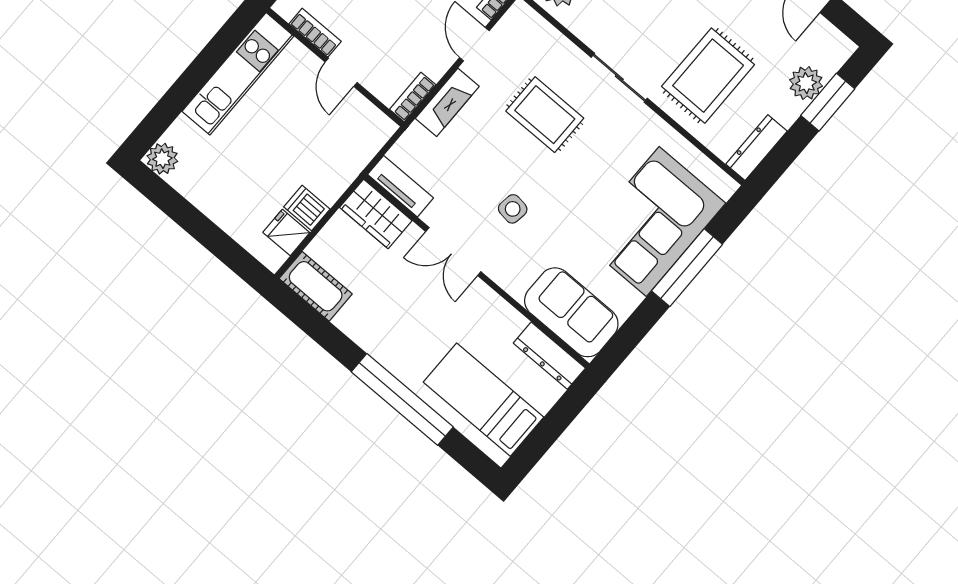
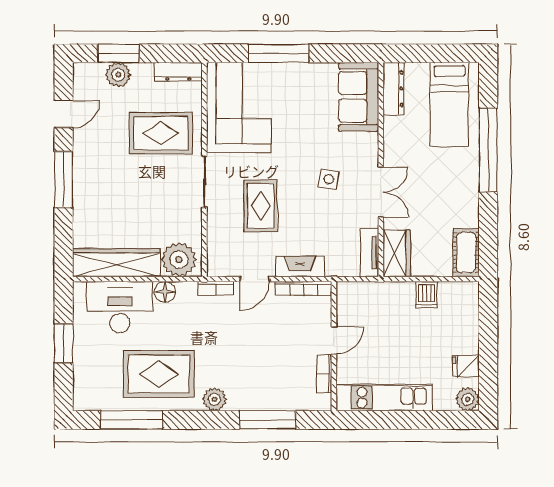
bookcase: (413, 97) -> (304, 288), width x1.56
corner sofa: (653, 222) -> (239, 108), moved, turned -90
fridge: (286, 232) -> (466, 366), moved, turned 90

